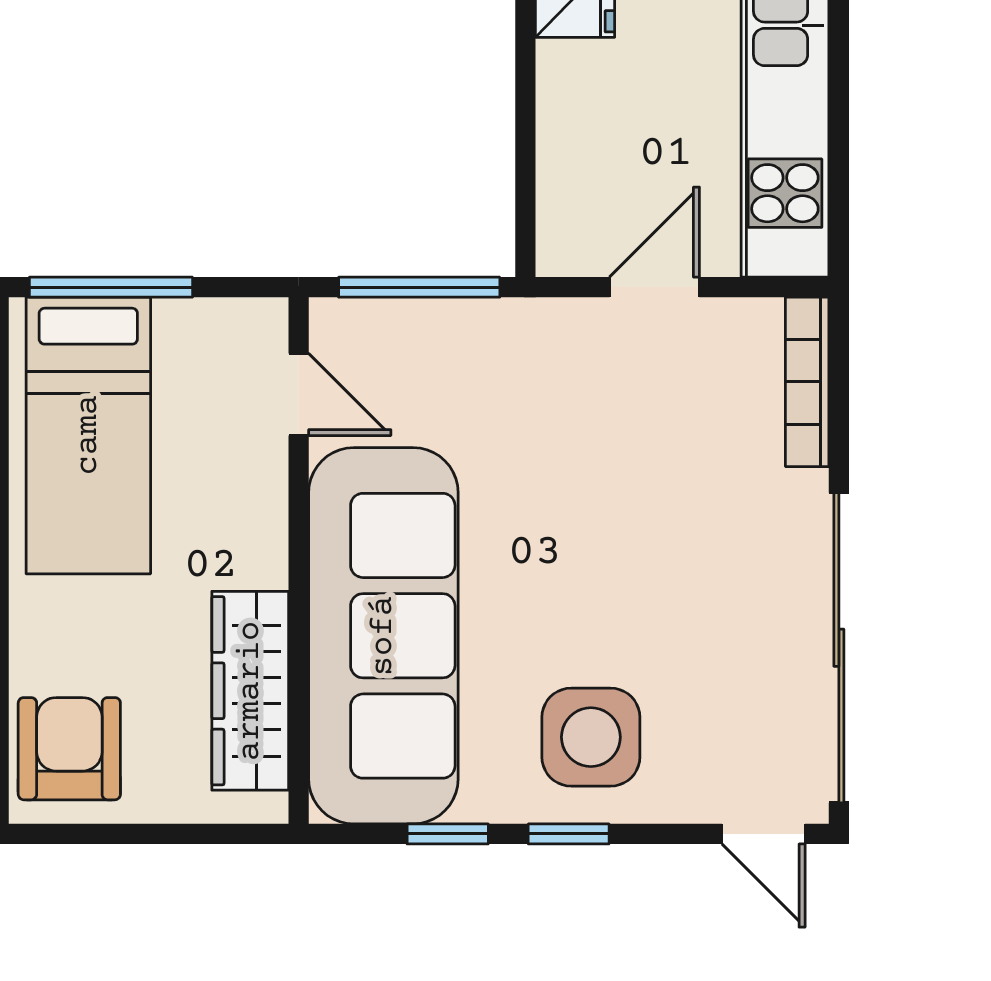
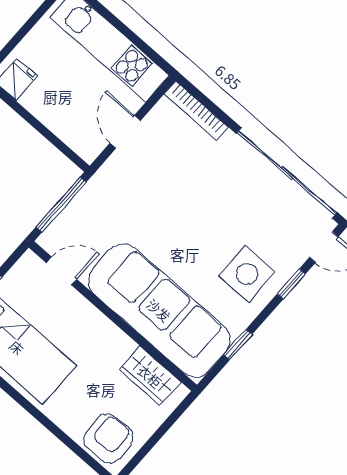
wardrobe: (250, 691) -> (150, 376), width x0.67
armchair: (69, 749) -> (108, 438), turned 87
window: (569, 834) -> (291, 284), moved

